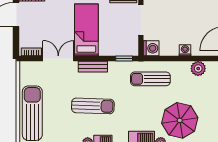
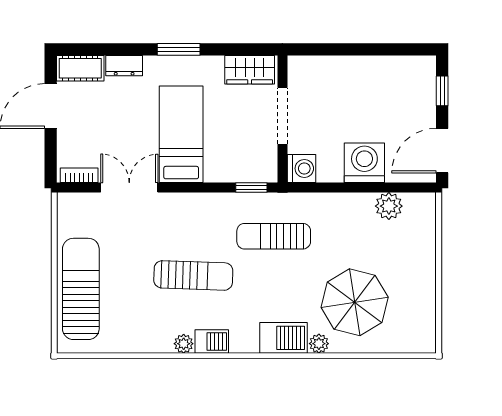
washing machine: (185, 50) -> (364, 163), width x1.89, depth x1.89
bench: (93, 67) -> (193, 203), removed
sun lounger: (150, 79) -> (274, 236), moved

